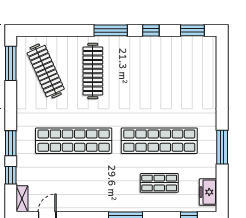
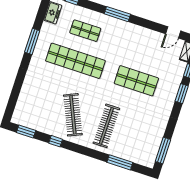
window: (111, 30) -> (120, 162), moved
clothes rail: (46, 71) -> (73, 115), moved
shop shelf: (74, 141) -> (136, 81), width x0.71

